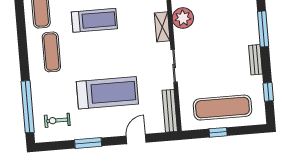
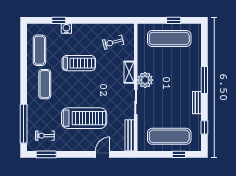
plant: (183, 18) -> (145, 80), moved
window: (218, 132) -> (179, 154), moved
window: (88, 143) -> (46, 154), moved

